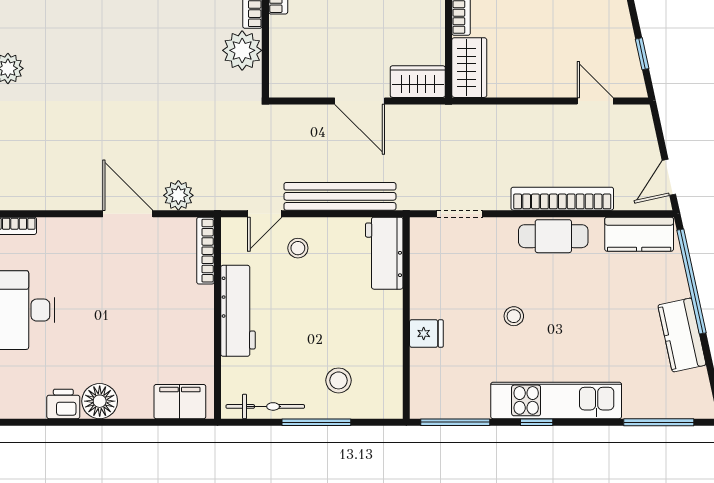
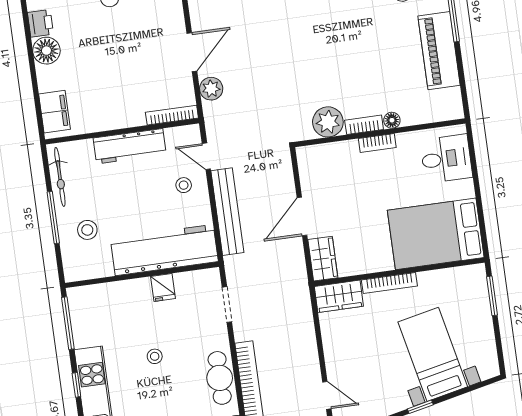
door: (595, 101) -> (327, 395), hinge flipped
workbench: (384, 253) -> (164, 250), width x1.88, depth x1.32
fridge: (426, 333) -> (163, 287), moved

